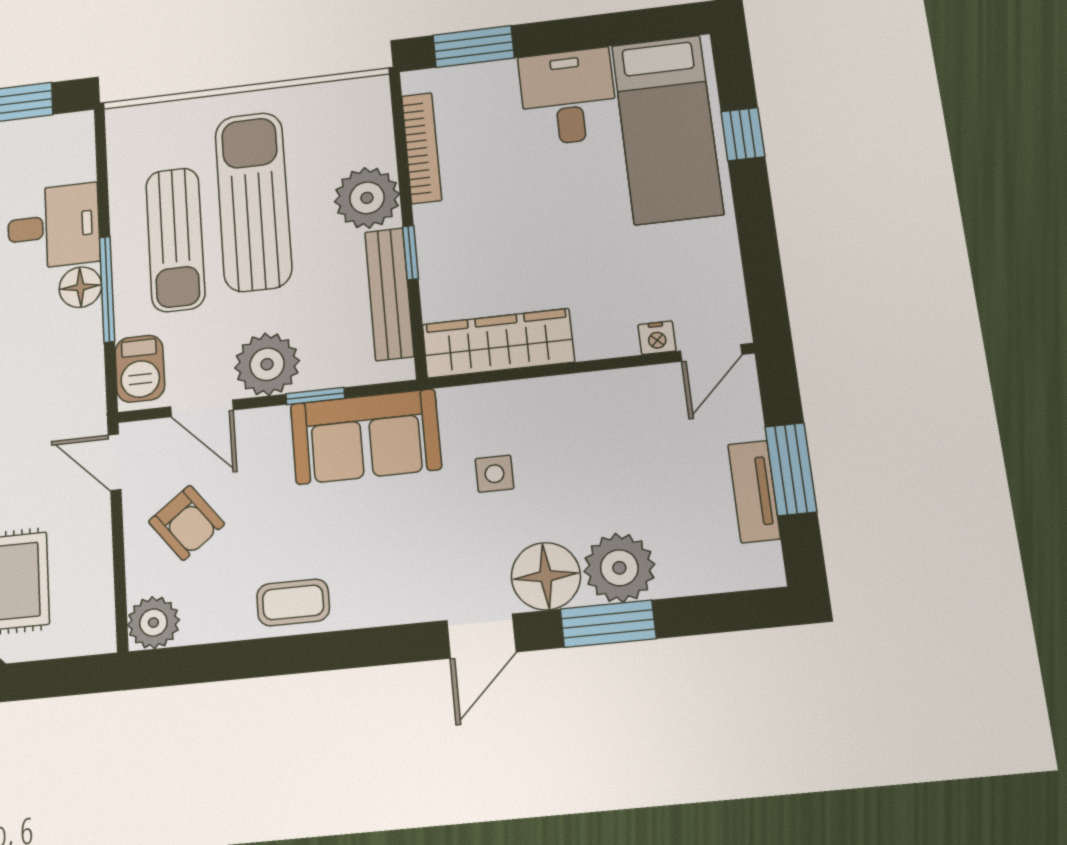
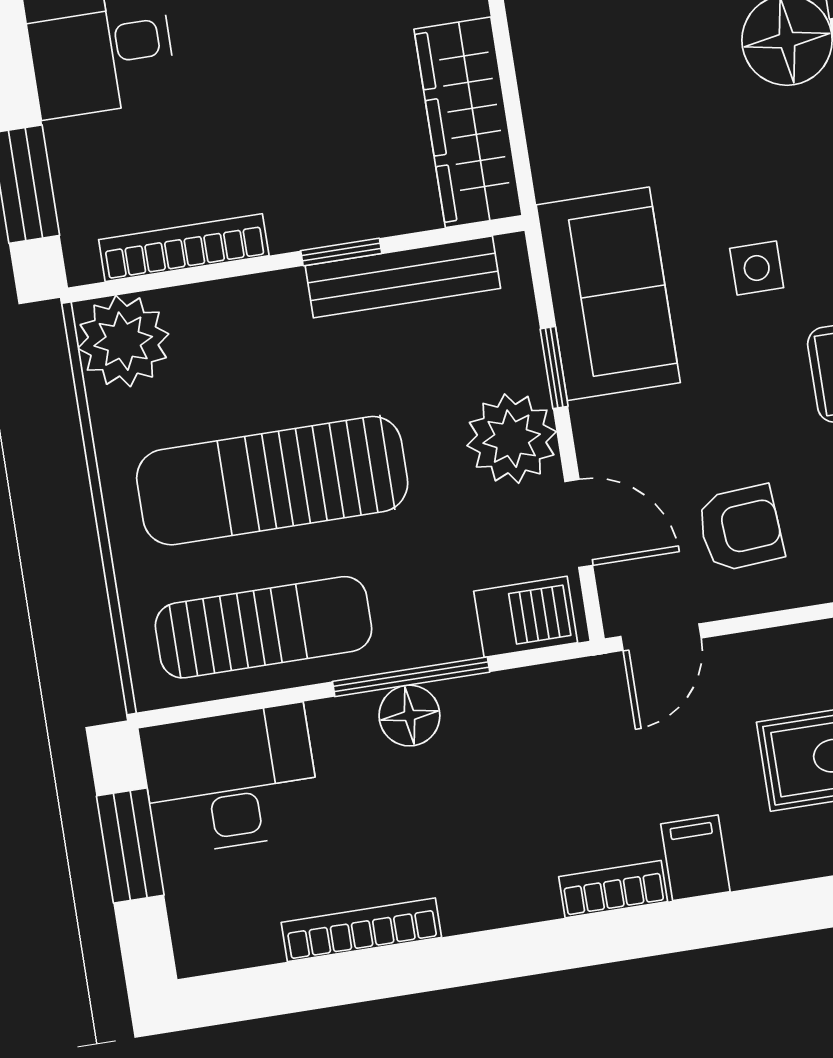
plant: (367, 198) -> (123, 341), moved
desk: (54, 226) -> (231, 780), moved, width x1.37
sun lounger: (175, 239) -> (264, 627), moved
door: (202, 408) -> (579, 523), hinge flipped
side table: (494, 474) -> (757, 268), moved
armchair: (186, 523) -> (740, 528), turned 33

